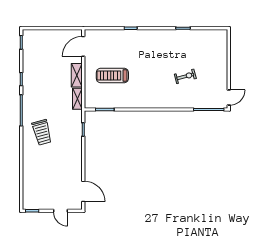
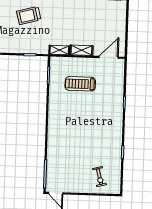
door: (83, 46) -> (109, 57), hinge flipped
treadmill: (112, 75) -> (80, 84), turned -90
exercise bike: (185, 76) -> (99, 177), moved

